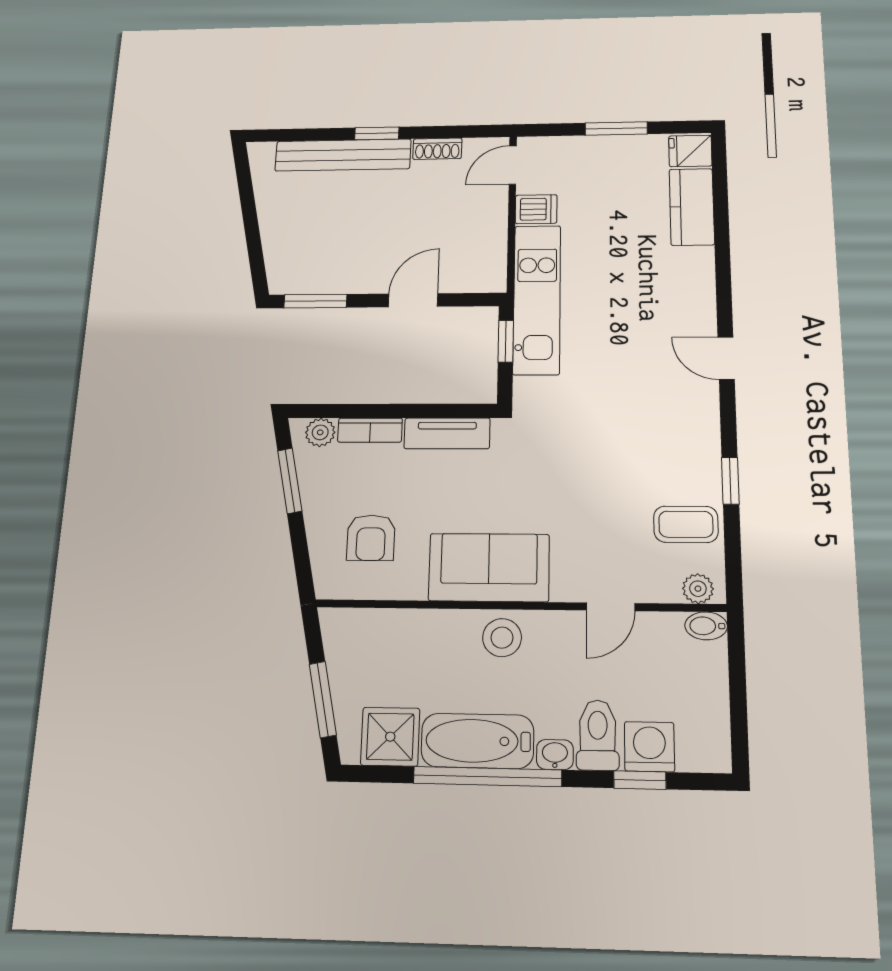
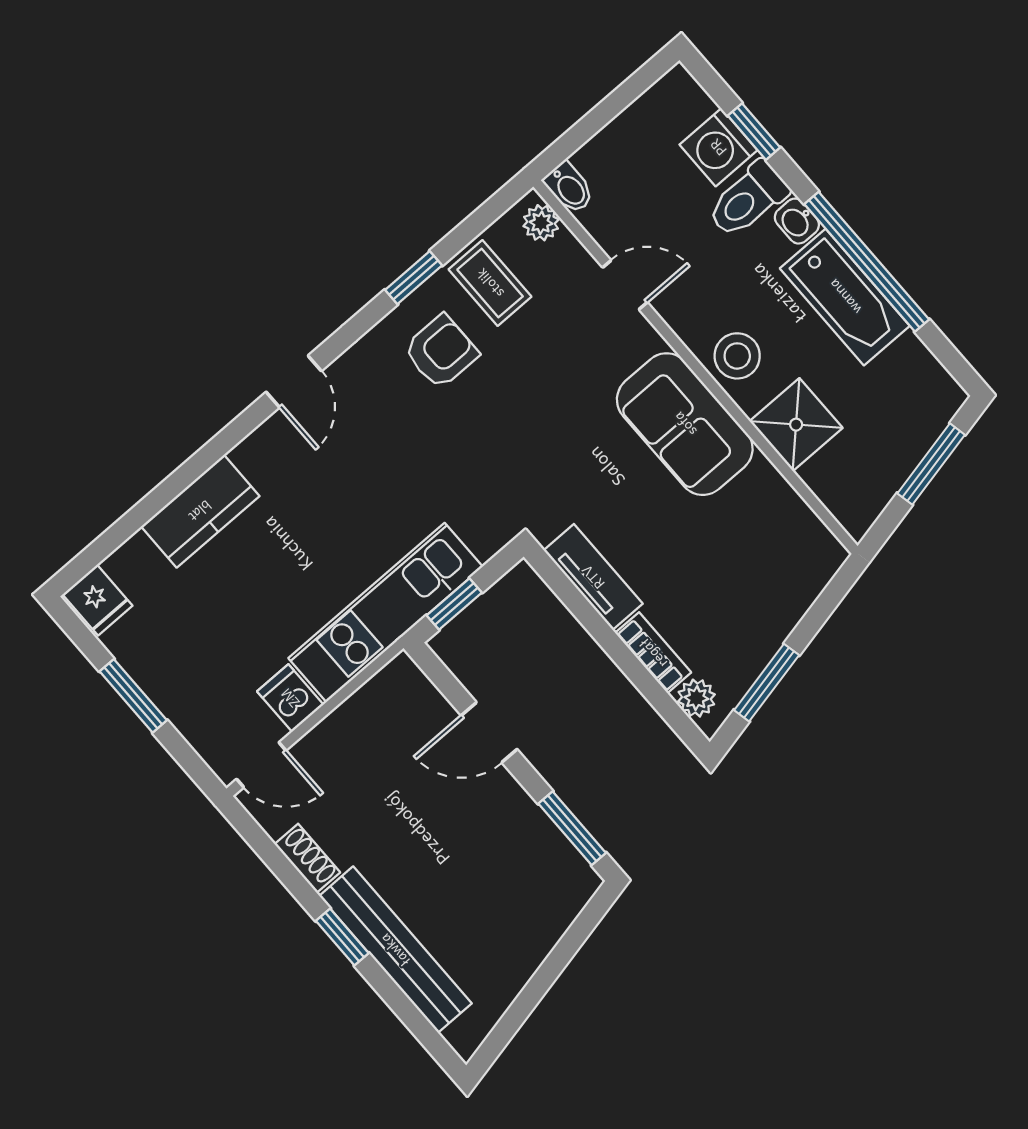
kitchen counter: (692, 207) -> (200, 511), moved
armchair: (371, 538) -> (441, 352), moved
shower: (390, 737) -> (796, 425), moved

